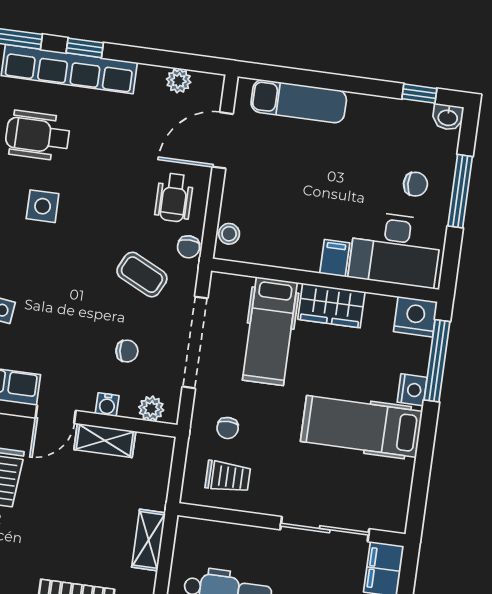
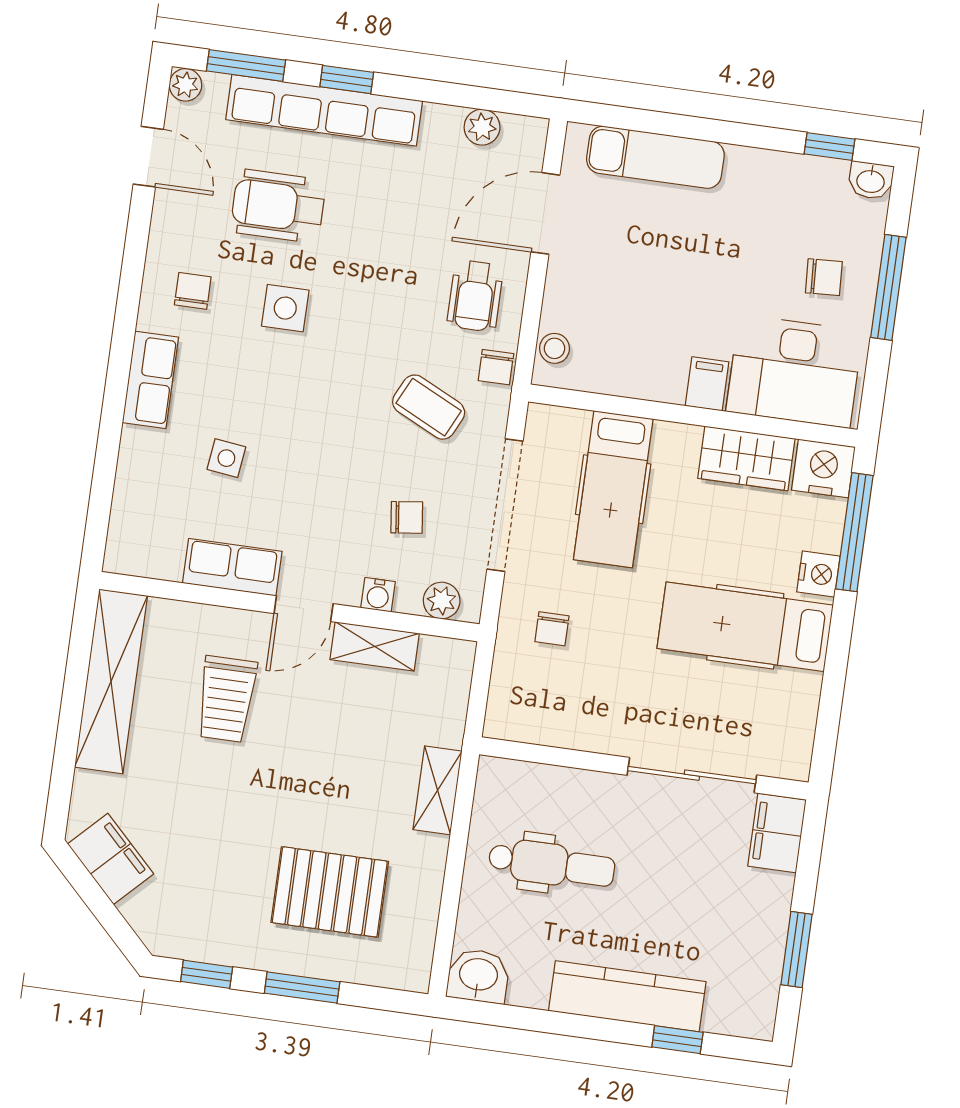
wardrobe: (331, 306) -> (746, 458), moved
trolley: (228, 477) -> (552, 699), removed

